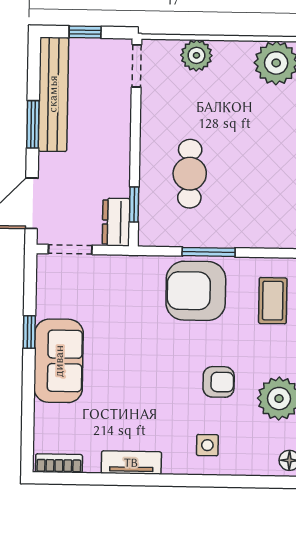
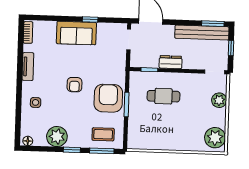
window: (33, 124) -> (213, 24), moved
dresser: (116, 222) -> (171, 62), moved
armchair: (219, 382) -> (74, 85), moved

